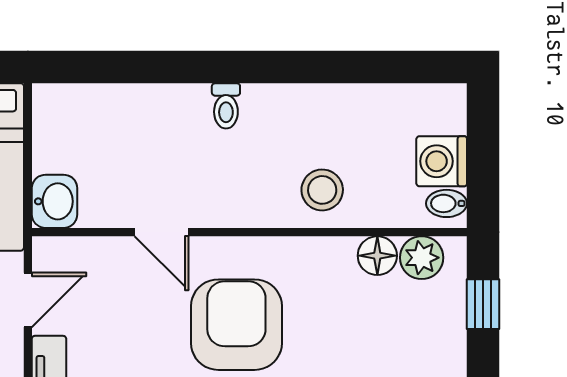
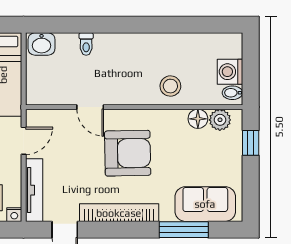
toilet: (226, 106) -> (86, 44), moved
washbasin: (55, 201) -> (42, 44), moved, turned 90
armchair: (236, 325) -> (128, 153), turned 89

